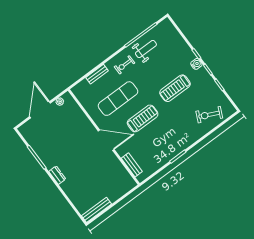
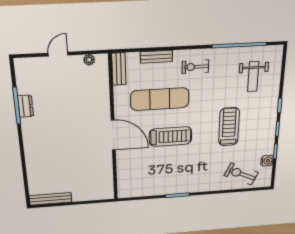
weight bench: (146, 49) -> (253, 77), moved, turned 90
water cooler: (196, 64) -> (267, 161), moved
treadmill: (175, 88) -> (229, 127), turned 90
door: (40, 110) -> (58, 54), width x0.53
bench: (132, 165) -> (119, 69), moved
dresser: (57, 175) -> (26, 106), moved

